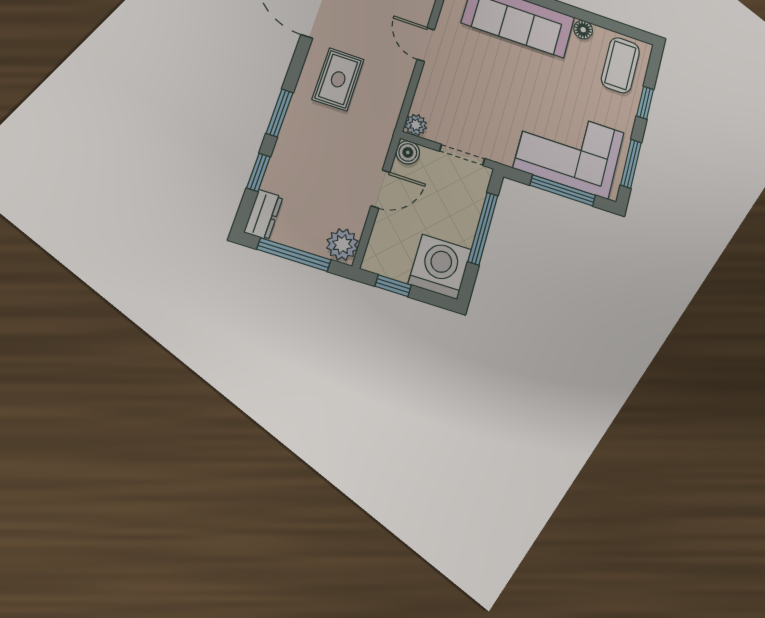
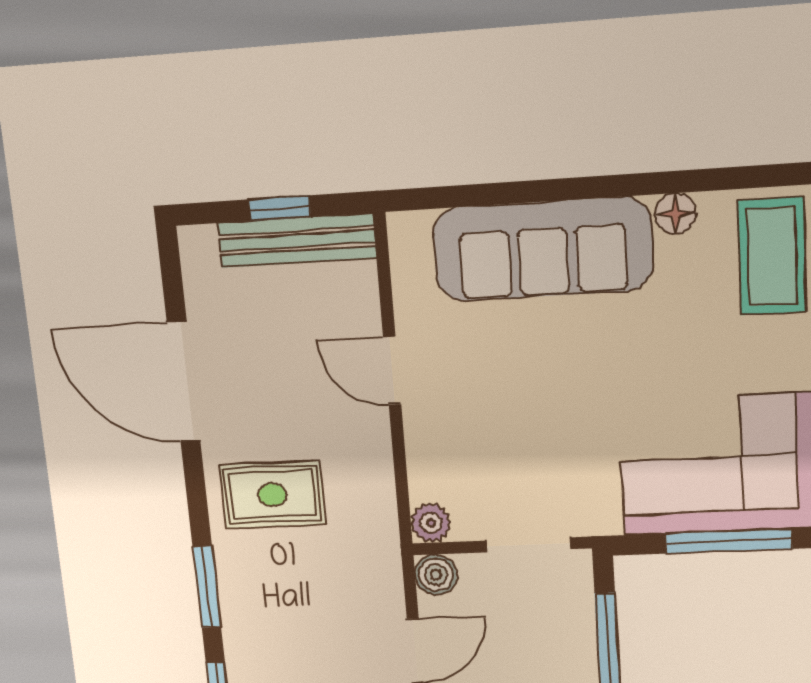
rug: (338, 79) -> (272, 495), turned 90

